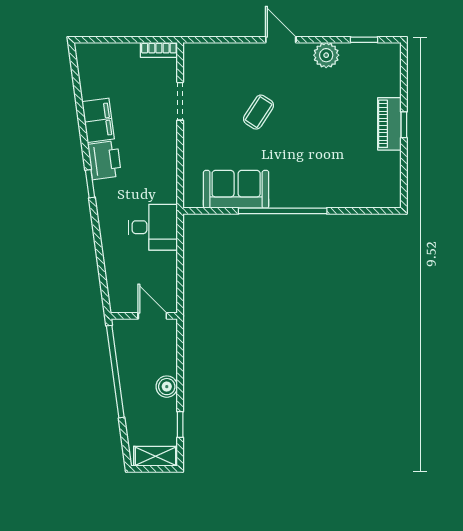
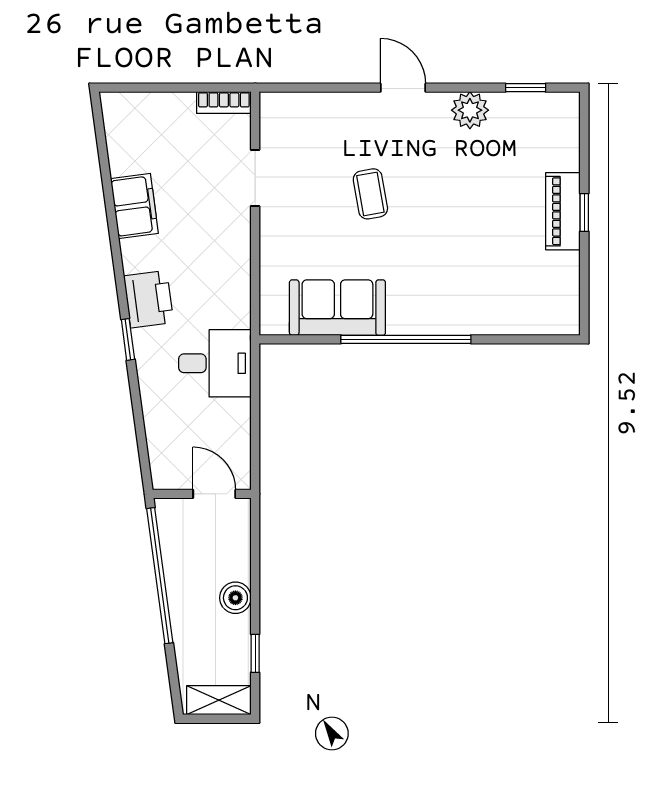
coffee table: (259, 112) -> (370, 194), turned -43
printer: (105, 160) -> (149, 299), moved
window: (90, 184) -> (128, 339), moved

